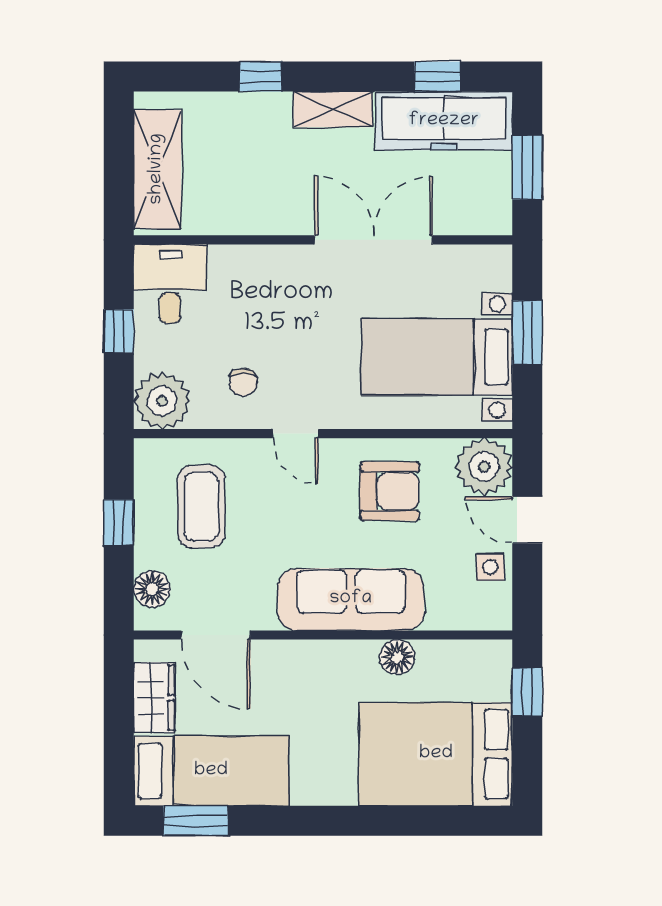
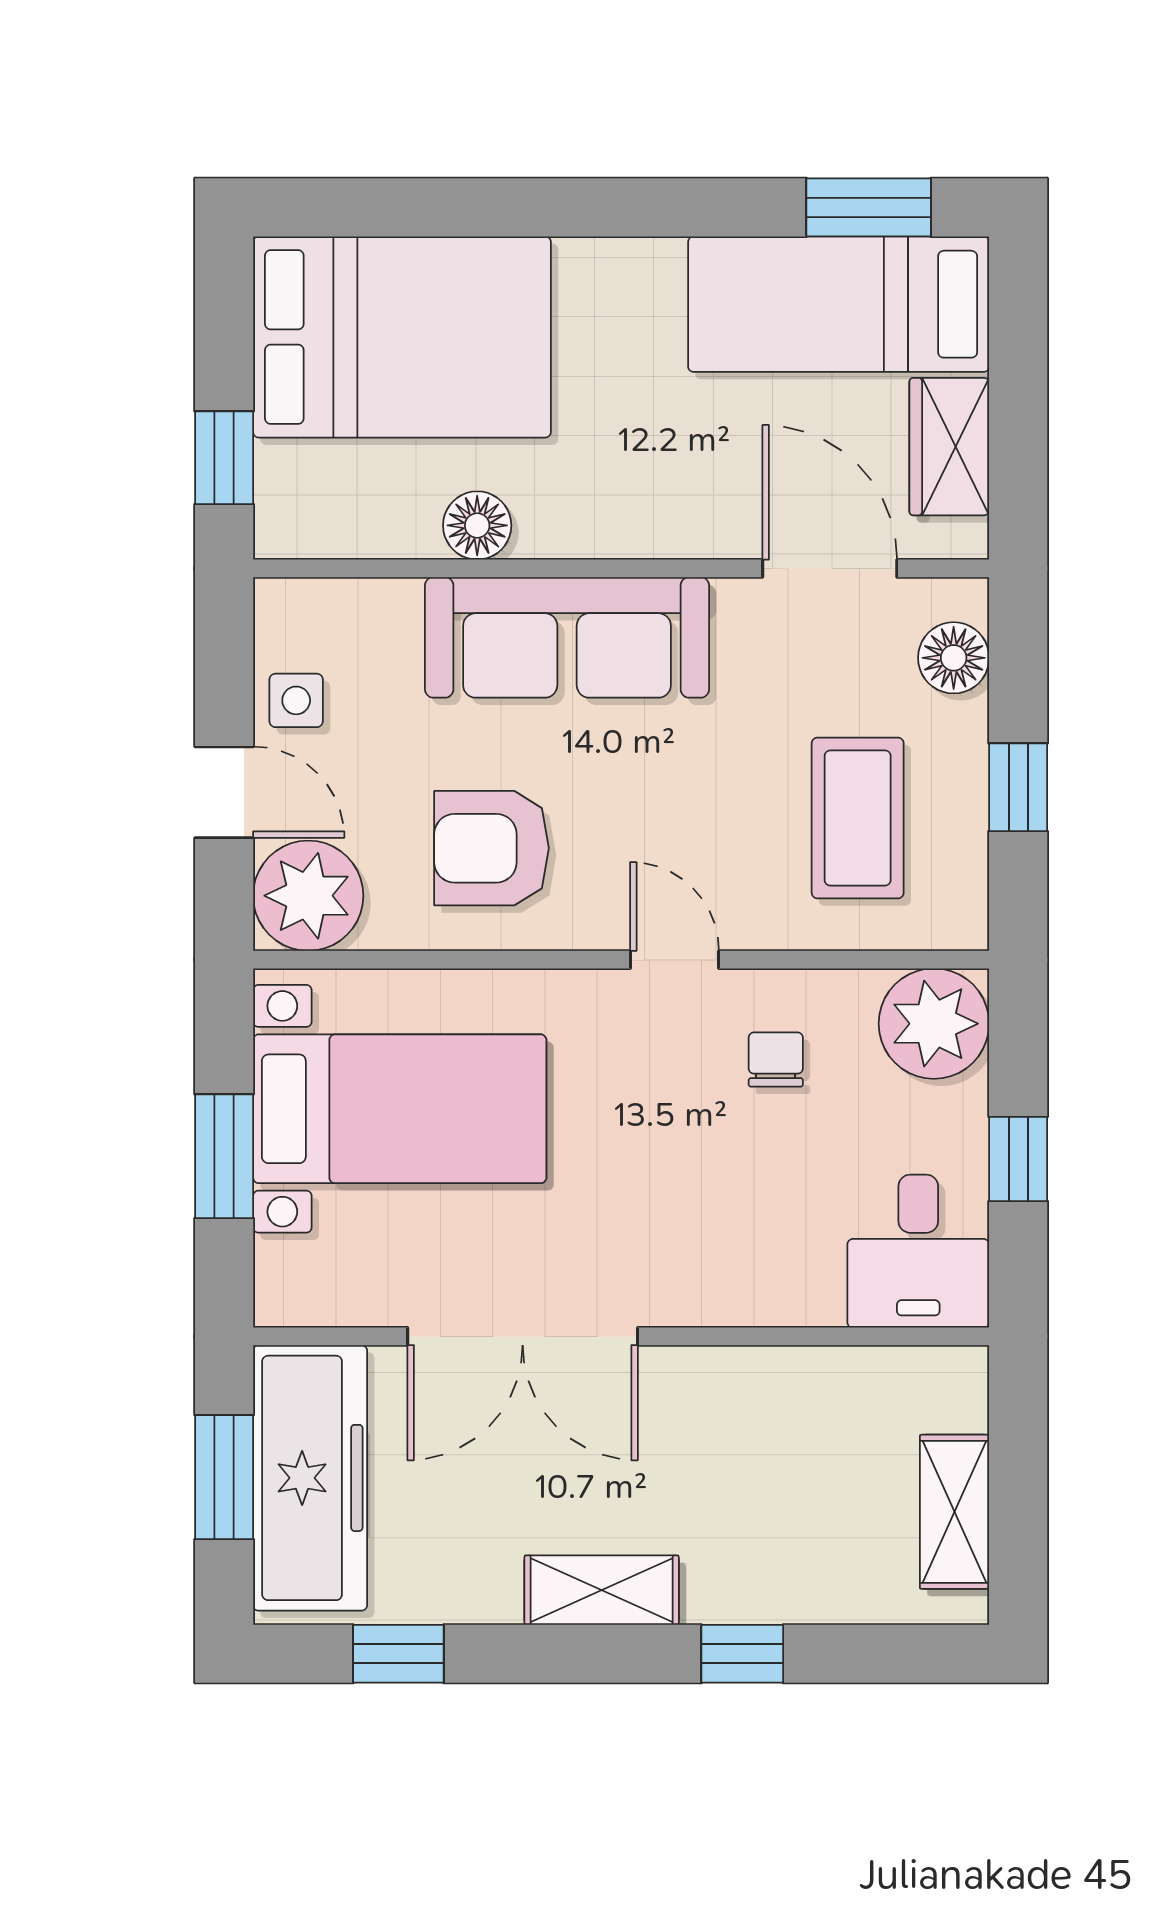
freezer: (444, 121) -> (310, 1478), moved, turned 90
shelving: (157, 169) -> (955, 1512), width x0.67, depth x0.75

